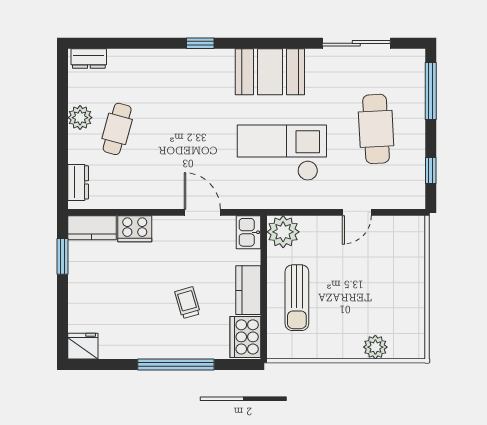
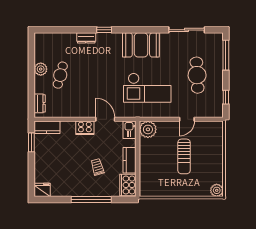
dresser: (89, 59) -> (86, 38), moved
checkout: (282, 153) -> (147, 88), turned 180
cooker: (135, 229) -> (85, 128), moved
sun lounger: (297, 298) -> (184, 156), moved
plant: (375, 347) -> (217, 190), moved

